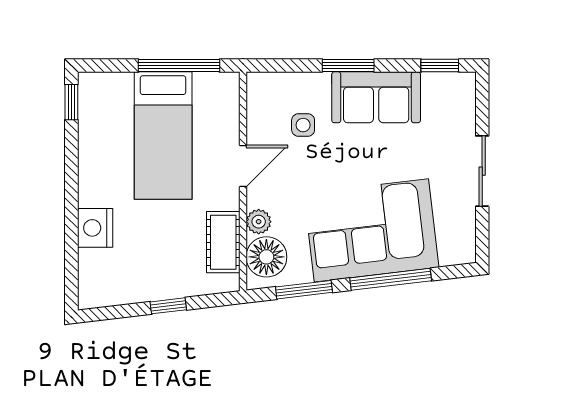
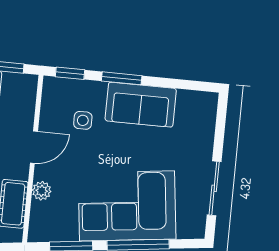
window: (440, 66) -> (70, 73), moved
sliding door: (482, 171) -> (214, 188), moved
floor lamp: (266, 257) -> (45, 218), removed

